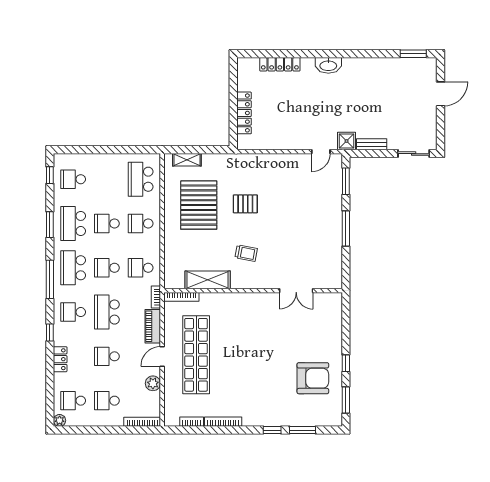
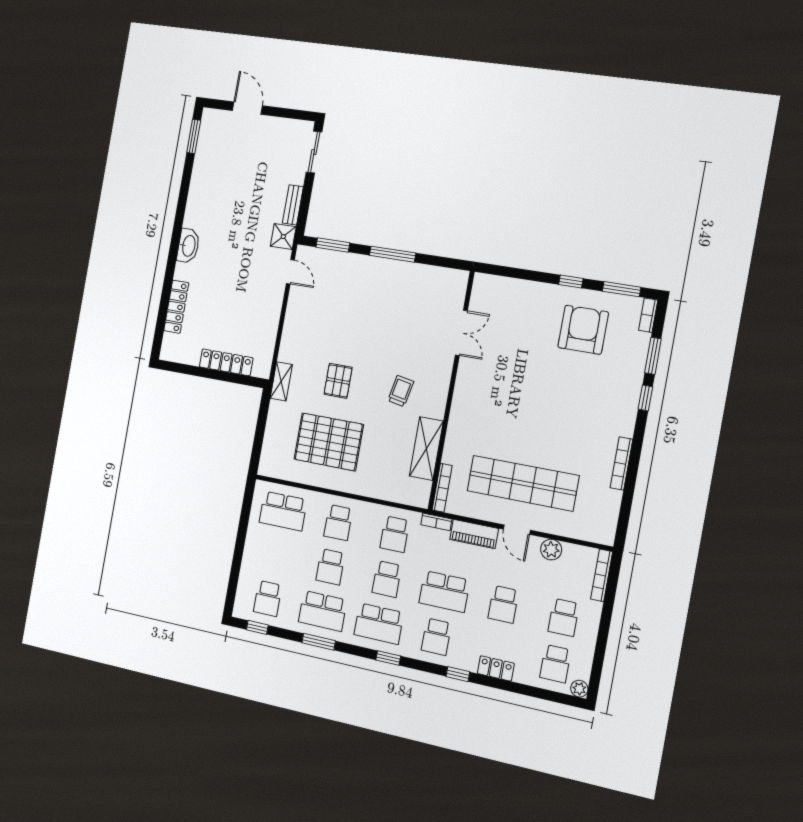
shelving: (187, 160) -> (281, 381), moved
window: (50, 279) -> (388, 658), width x0.46
bookcase: (192, 422) -> (648, 315), moved

